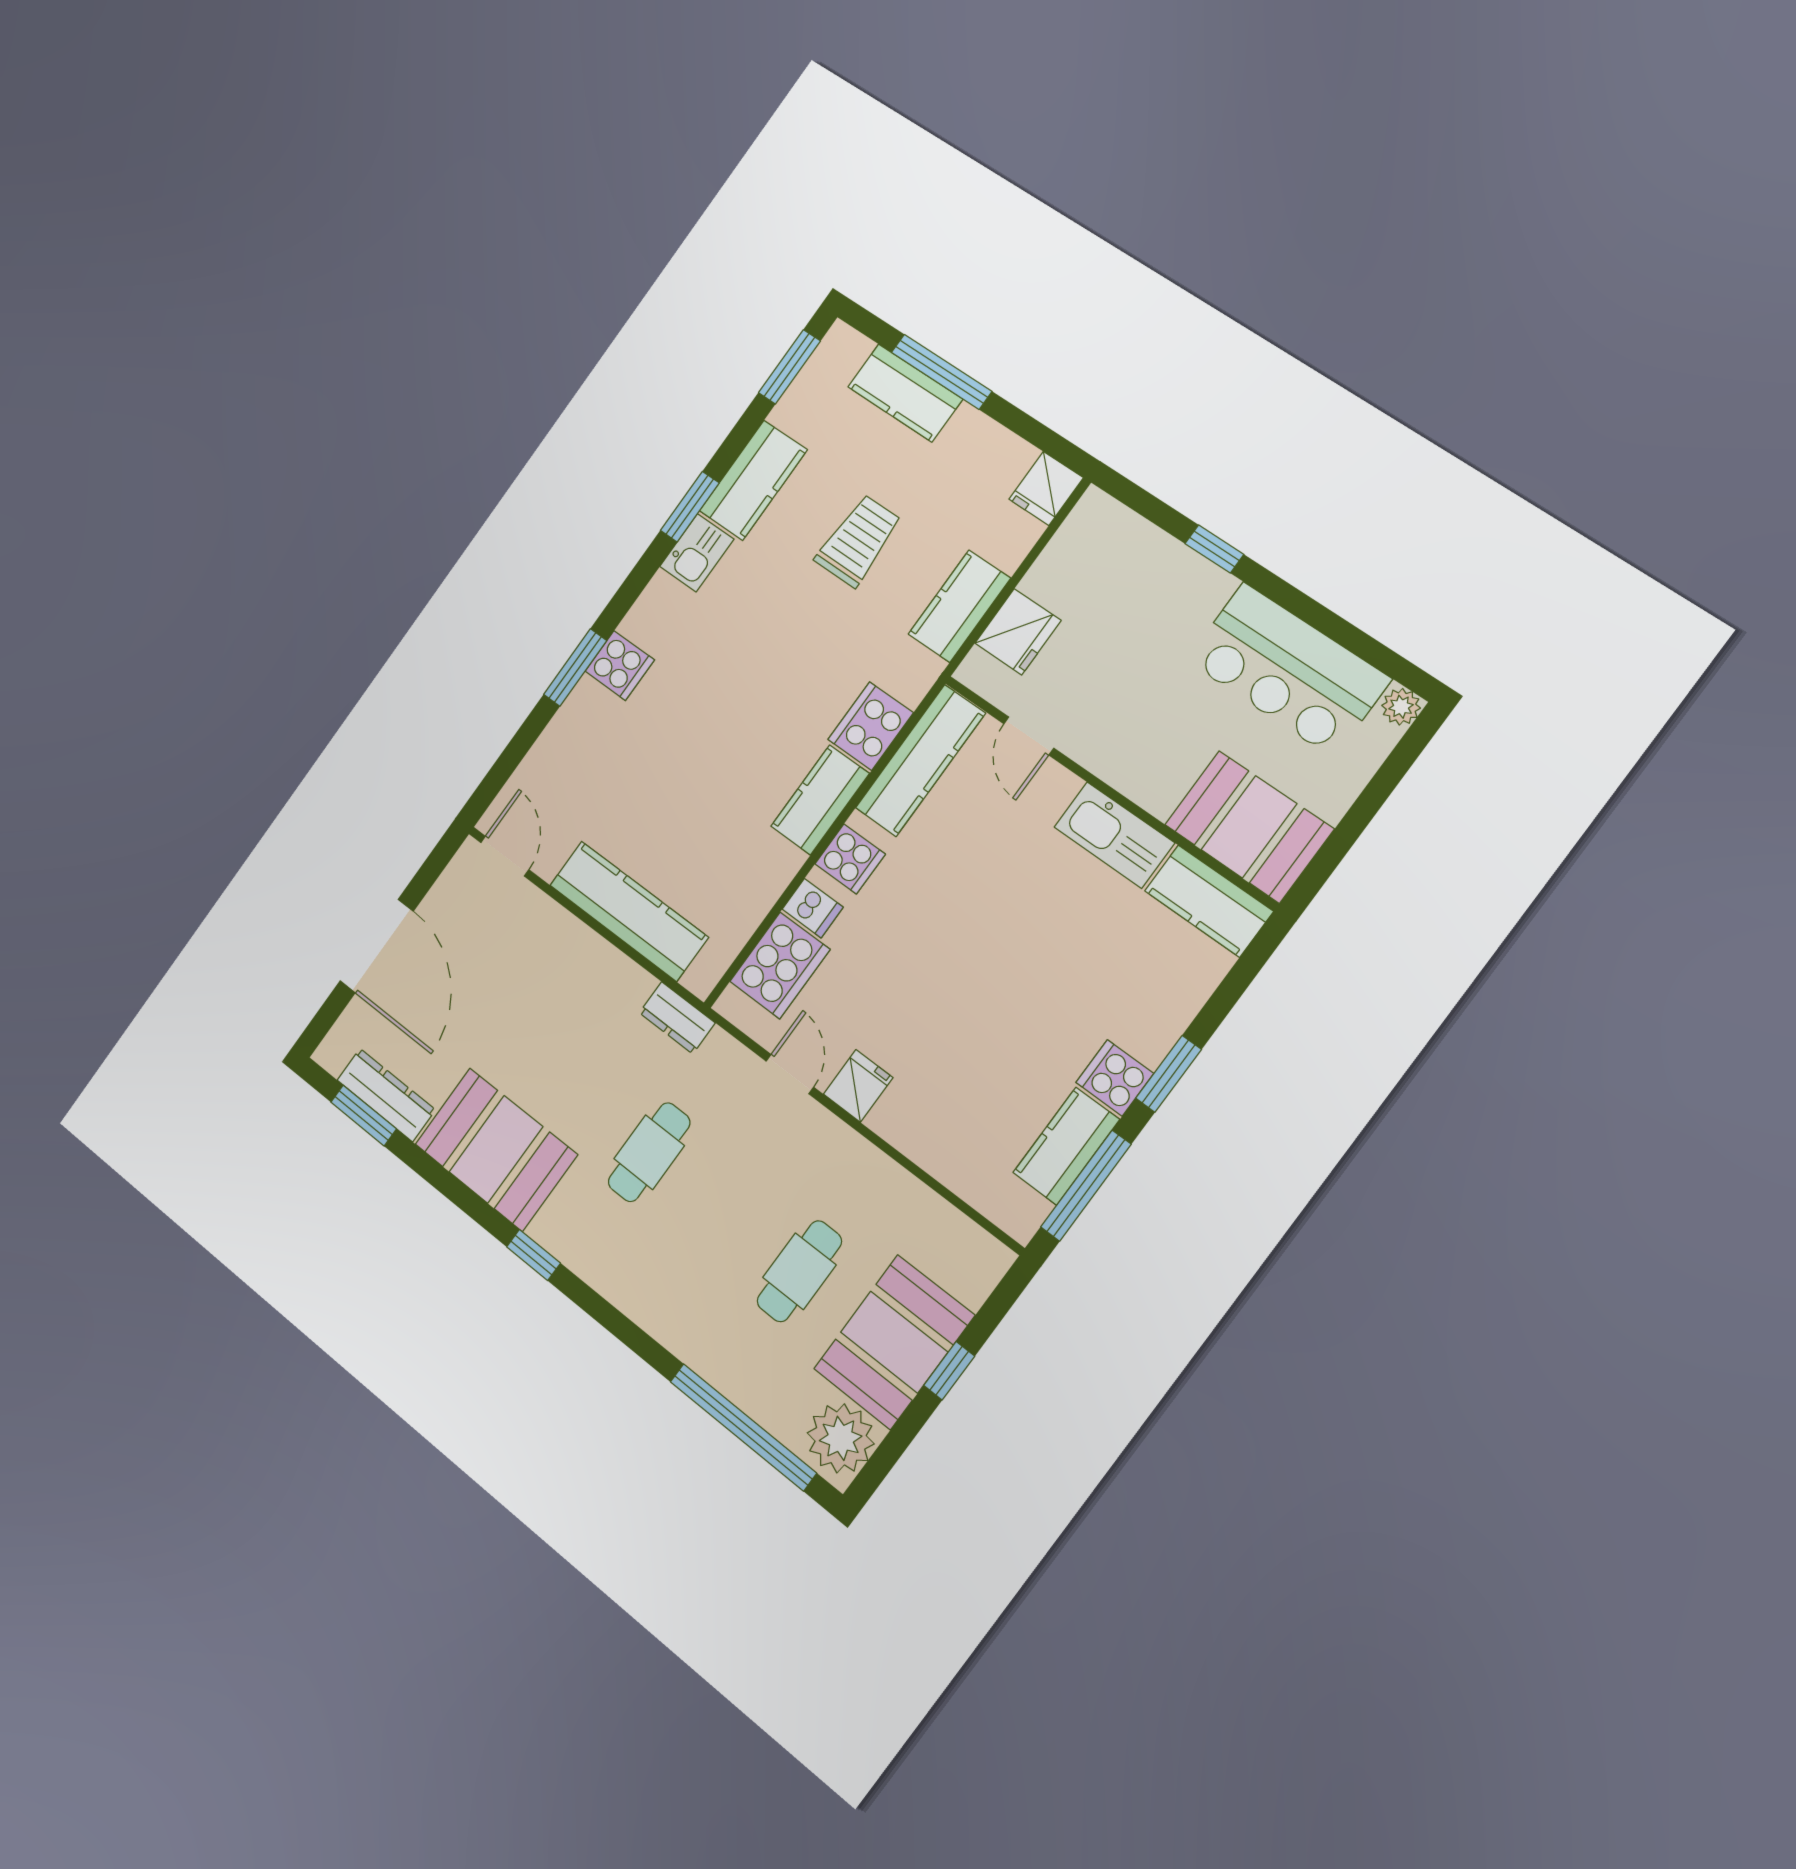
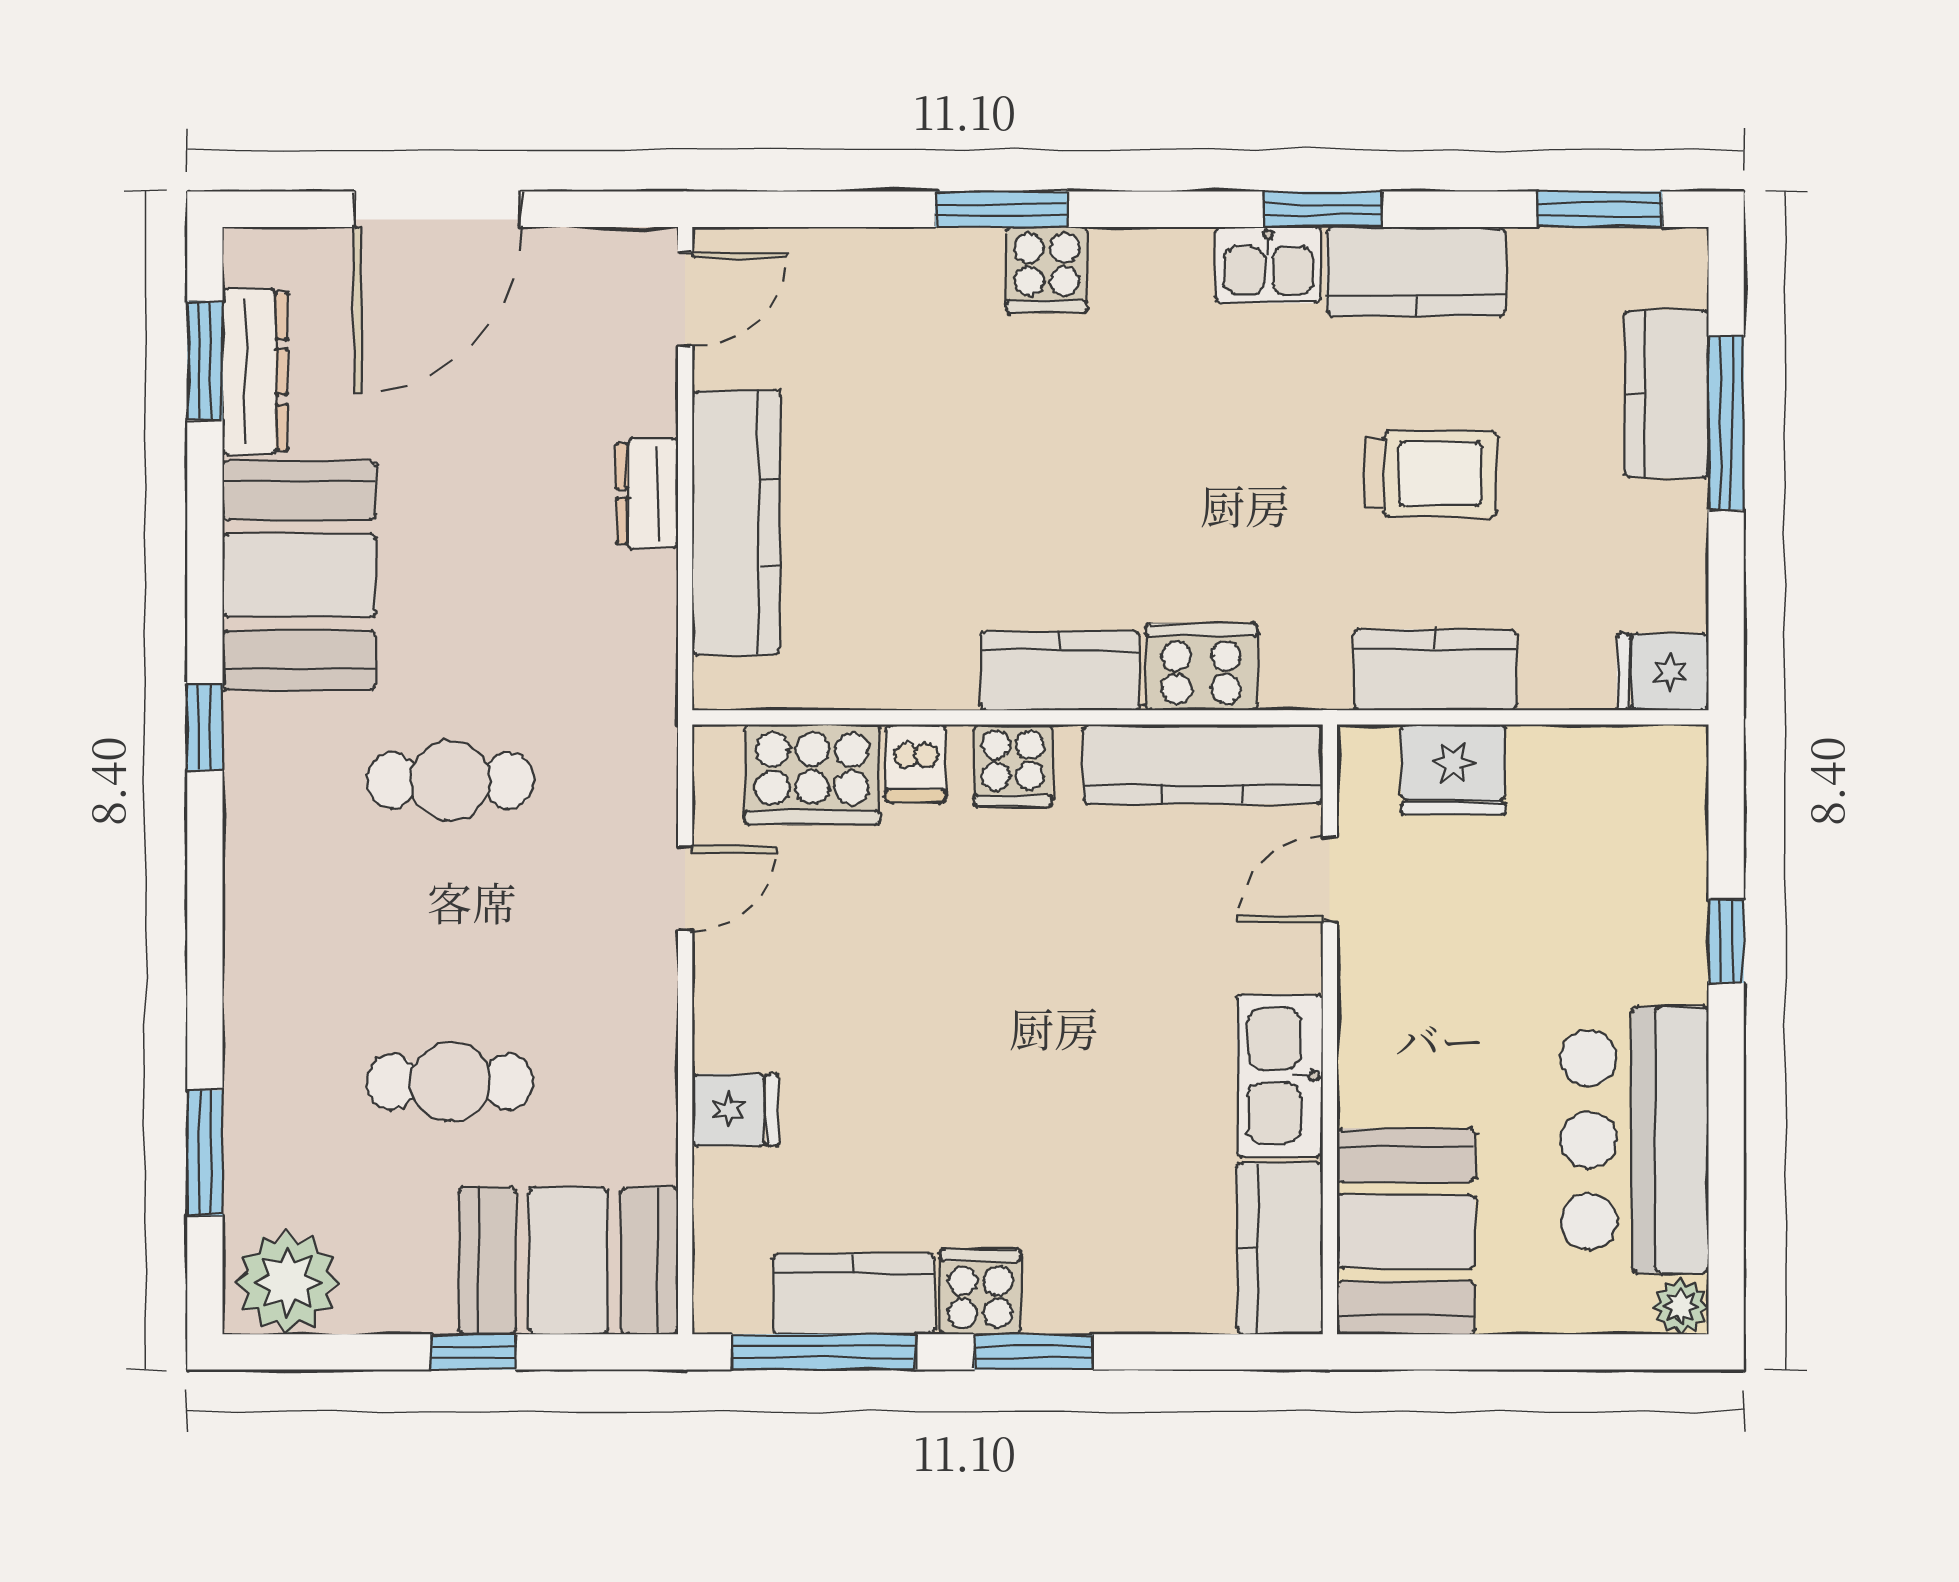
dresser: (677, 1018) -> (647, 493), moved
fridge: (858, 1086) -> (735, 1110), moved
booth: (894, 1342) -> (568, 1261), moved
window: (743, 1427) -> (205, 1153), width x0.47

